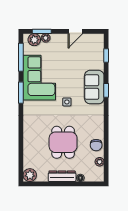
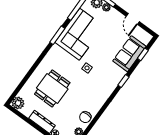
door: (75, 31) -> (133, 19), hinge flipped
sofa: (94, 87) -> (129, 54), moved
dining table: (63, 142) -> (52, 88), moved

